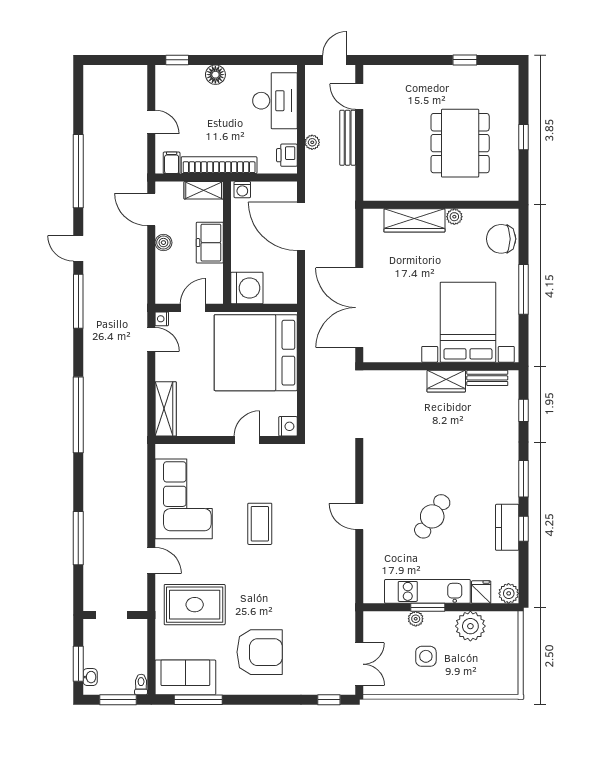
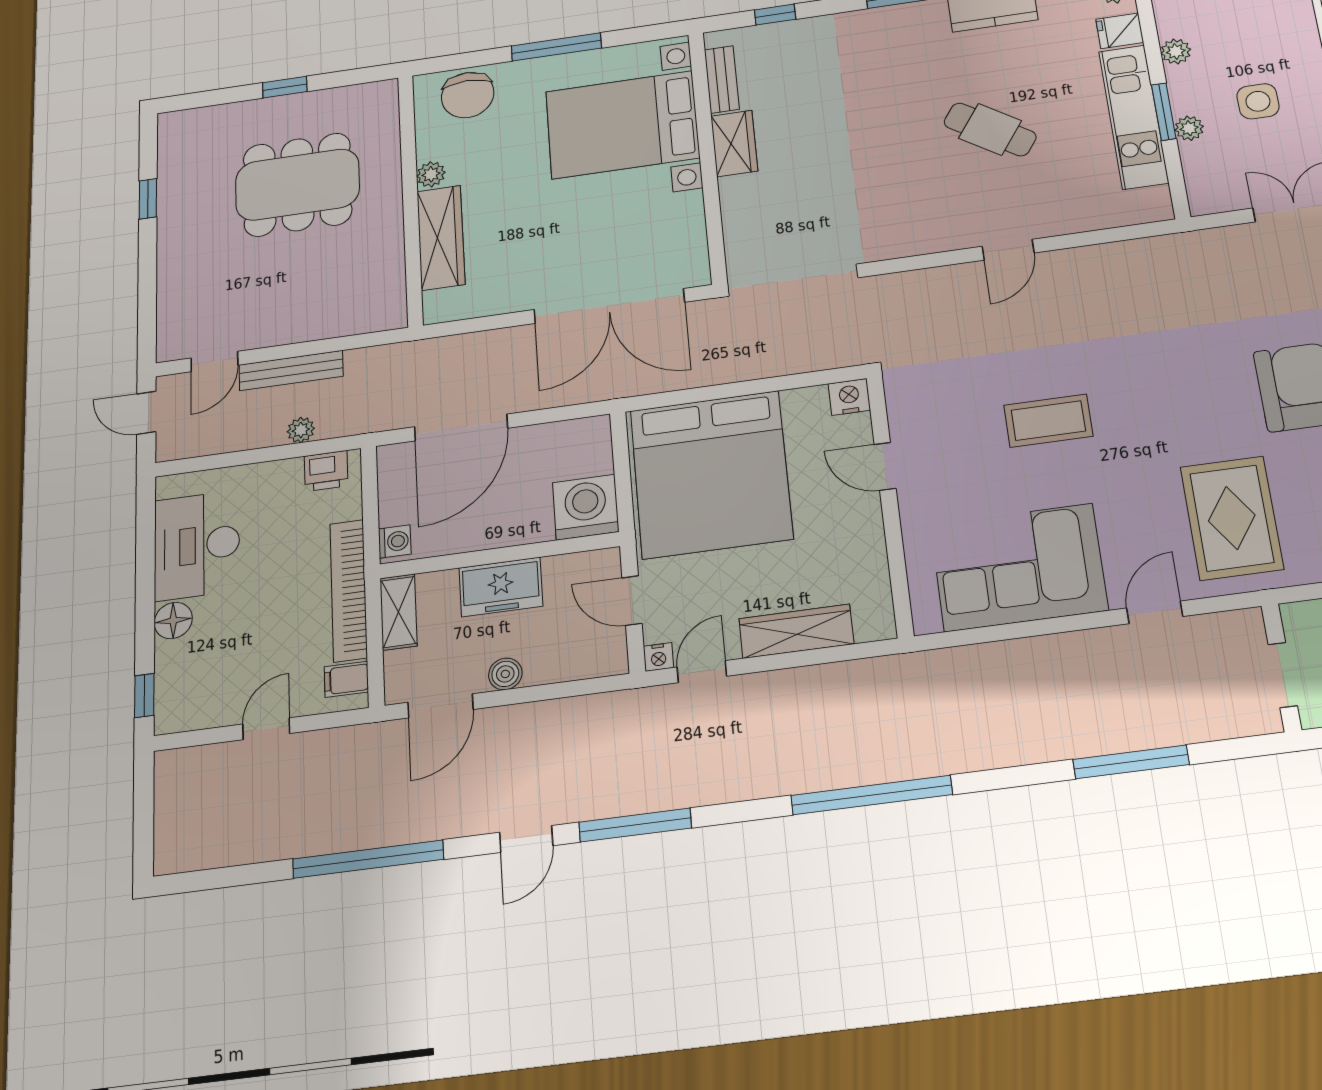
desk: (275, 101) -> (197, 545), moved, turned -90
wardrobe: (166, 409) -> (796, 631), moved
plant: (470, 626) -> (1176, 51), width x0.53, depth x0.53

